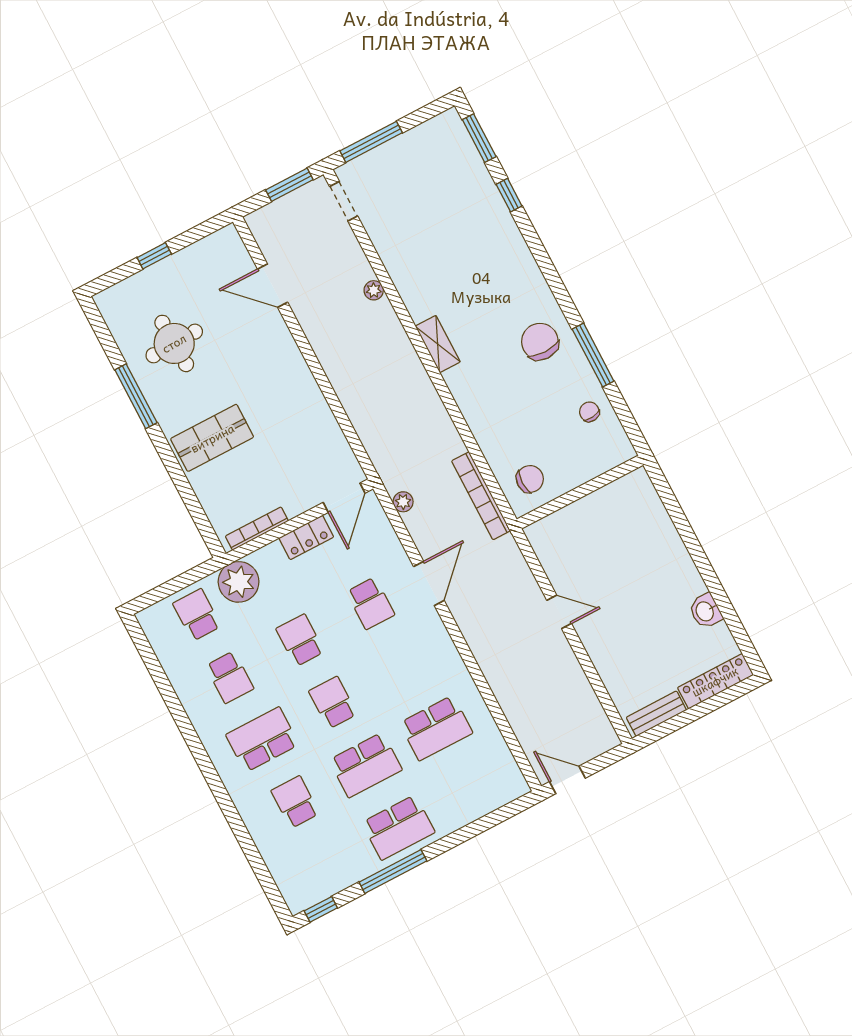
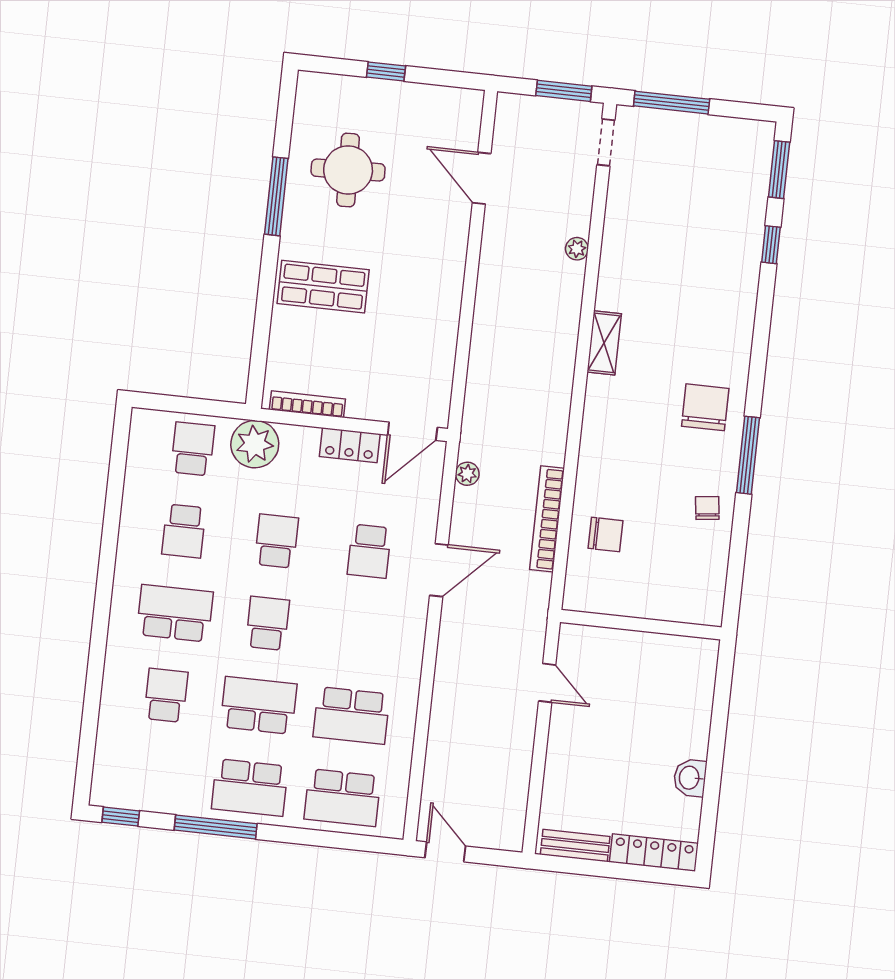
wall: (580, 492) -> (641, 625), moved
school desk: (366, 765) -> (259, 705), turned 180
school desk: (469, 790) -> (342, 798), added

